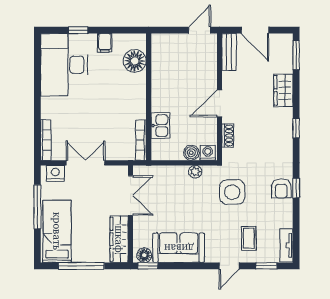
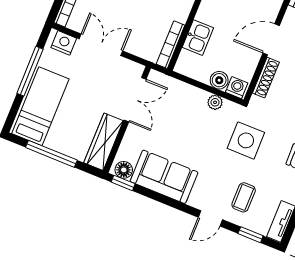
shoe rack: (228, 136) -> (266, 78), width x1.43

